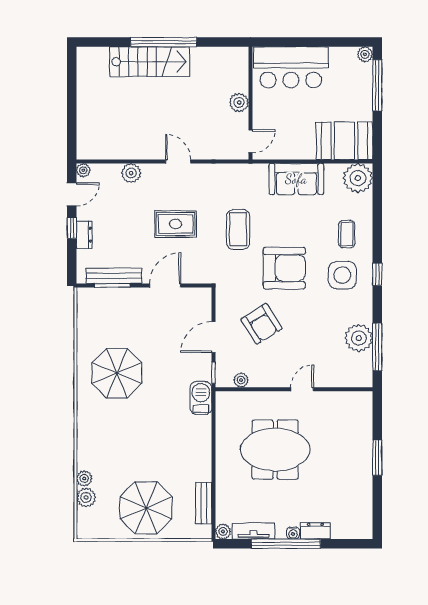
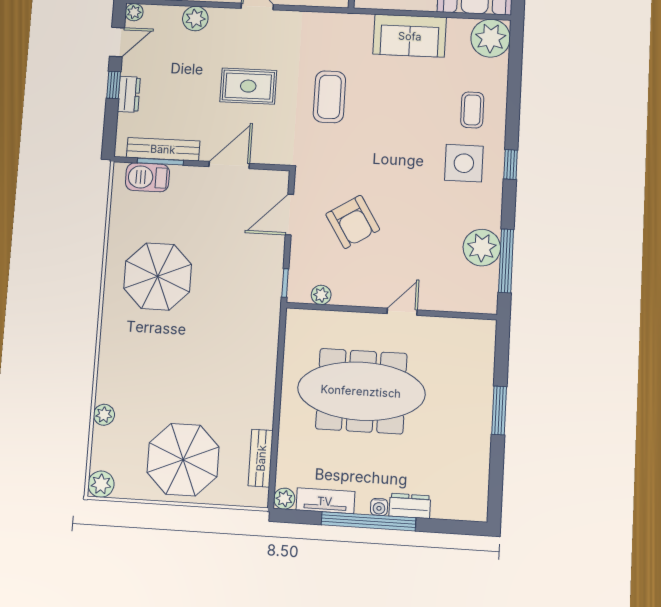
armchair: (284, 268) -> (387, 150), removed
door: (213, 337) -> (289, 215), moved
barbecue: (201, 398) -> (147, 177), moved, turned -90
meeting table: (275, 450) -> (361, 391), width x1.36
plant: (86, 497) -> (101, 484), moved

